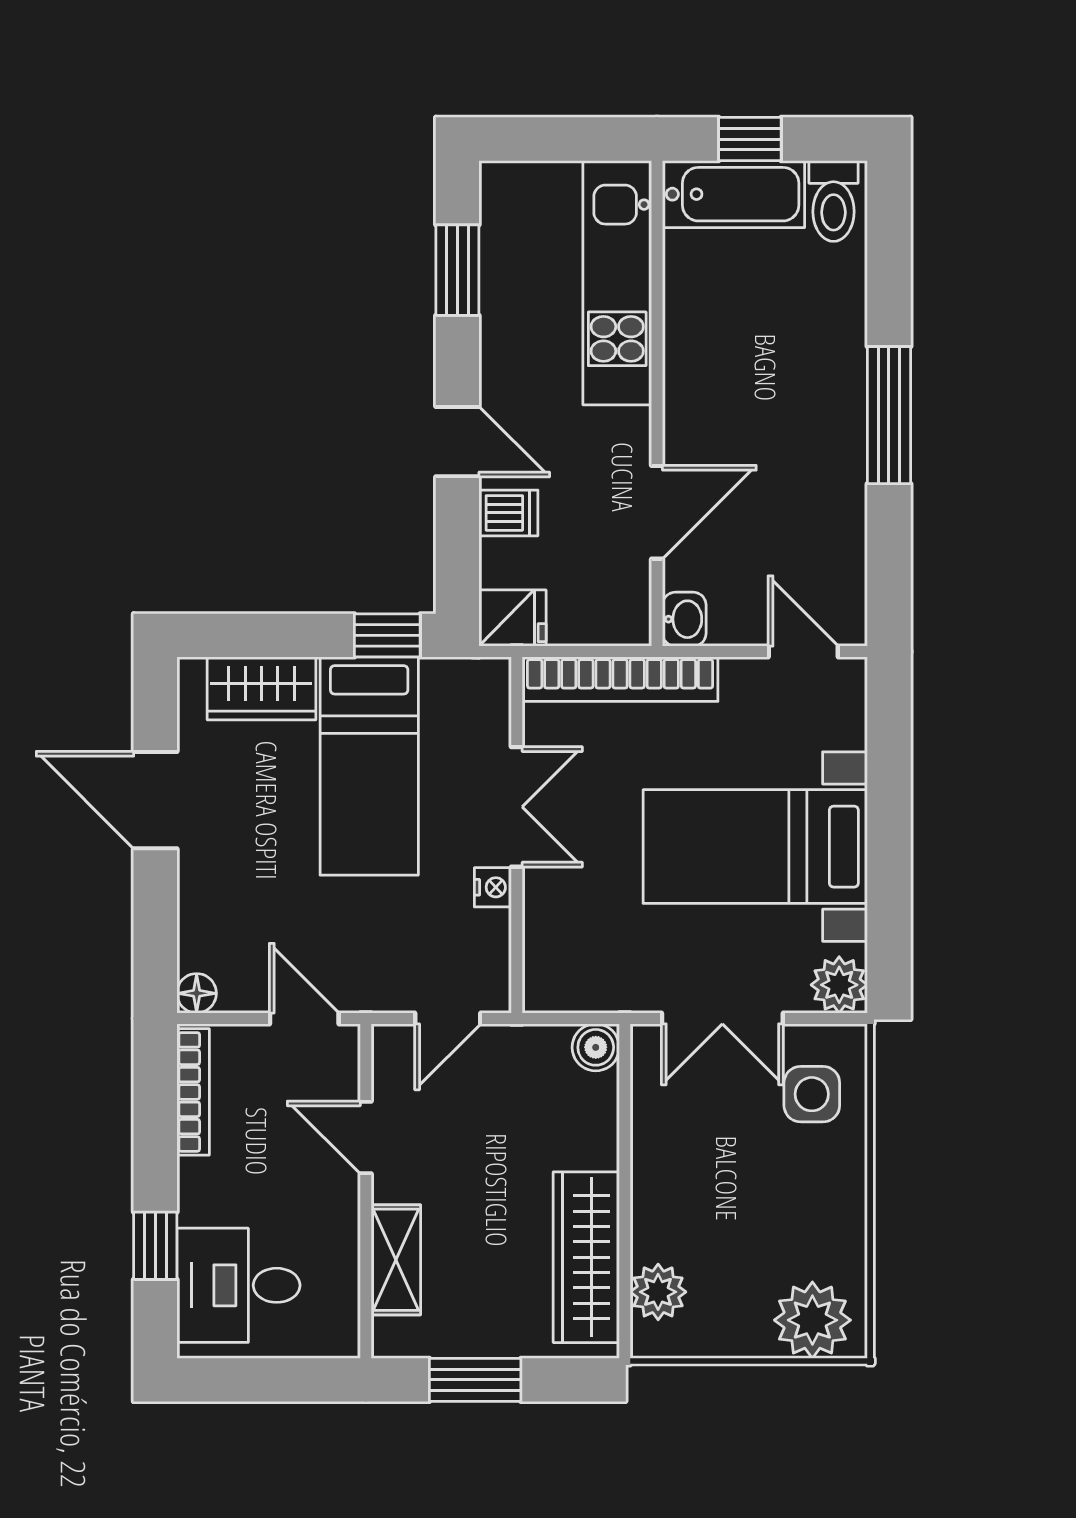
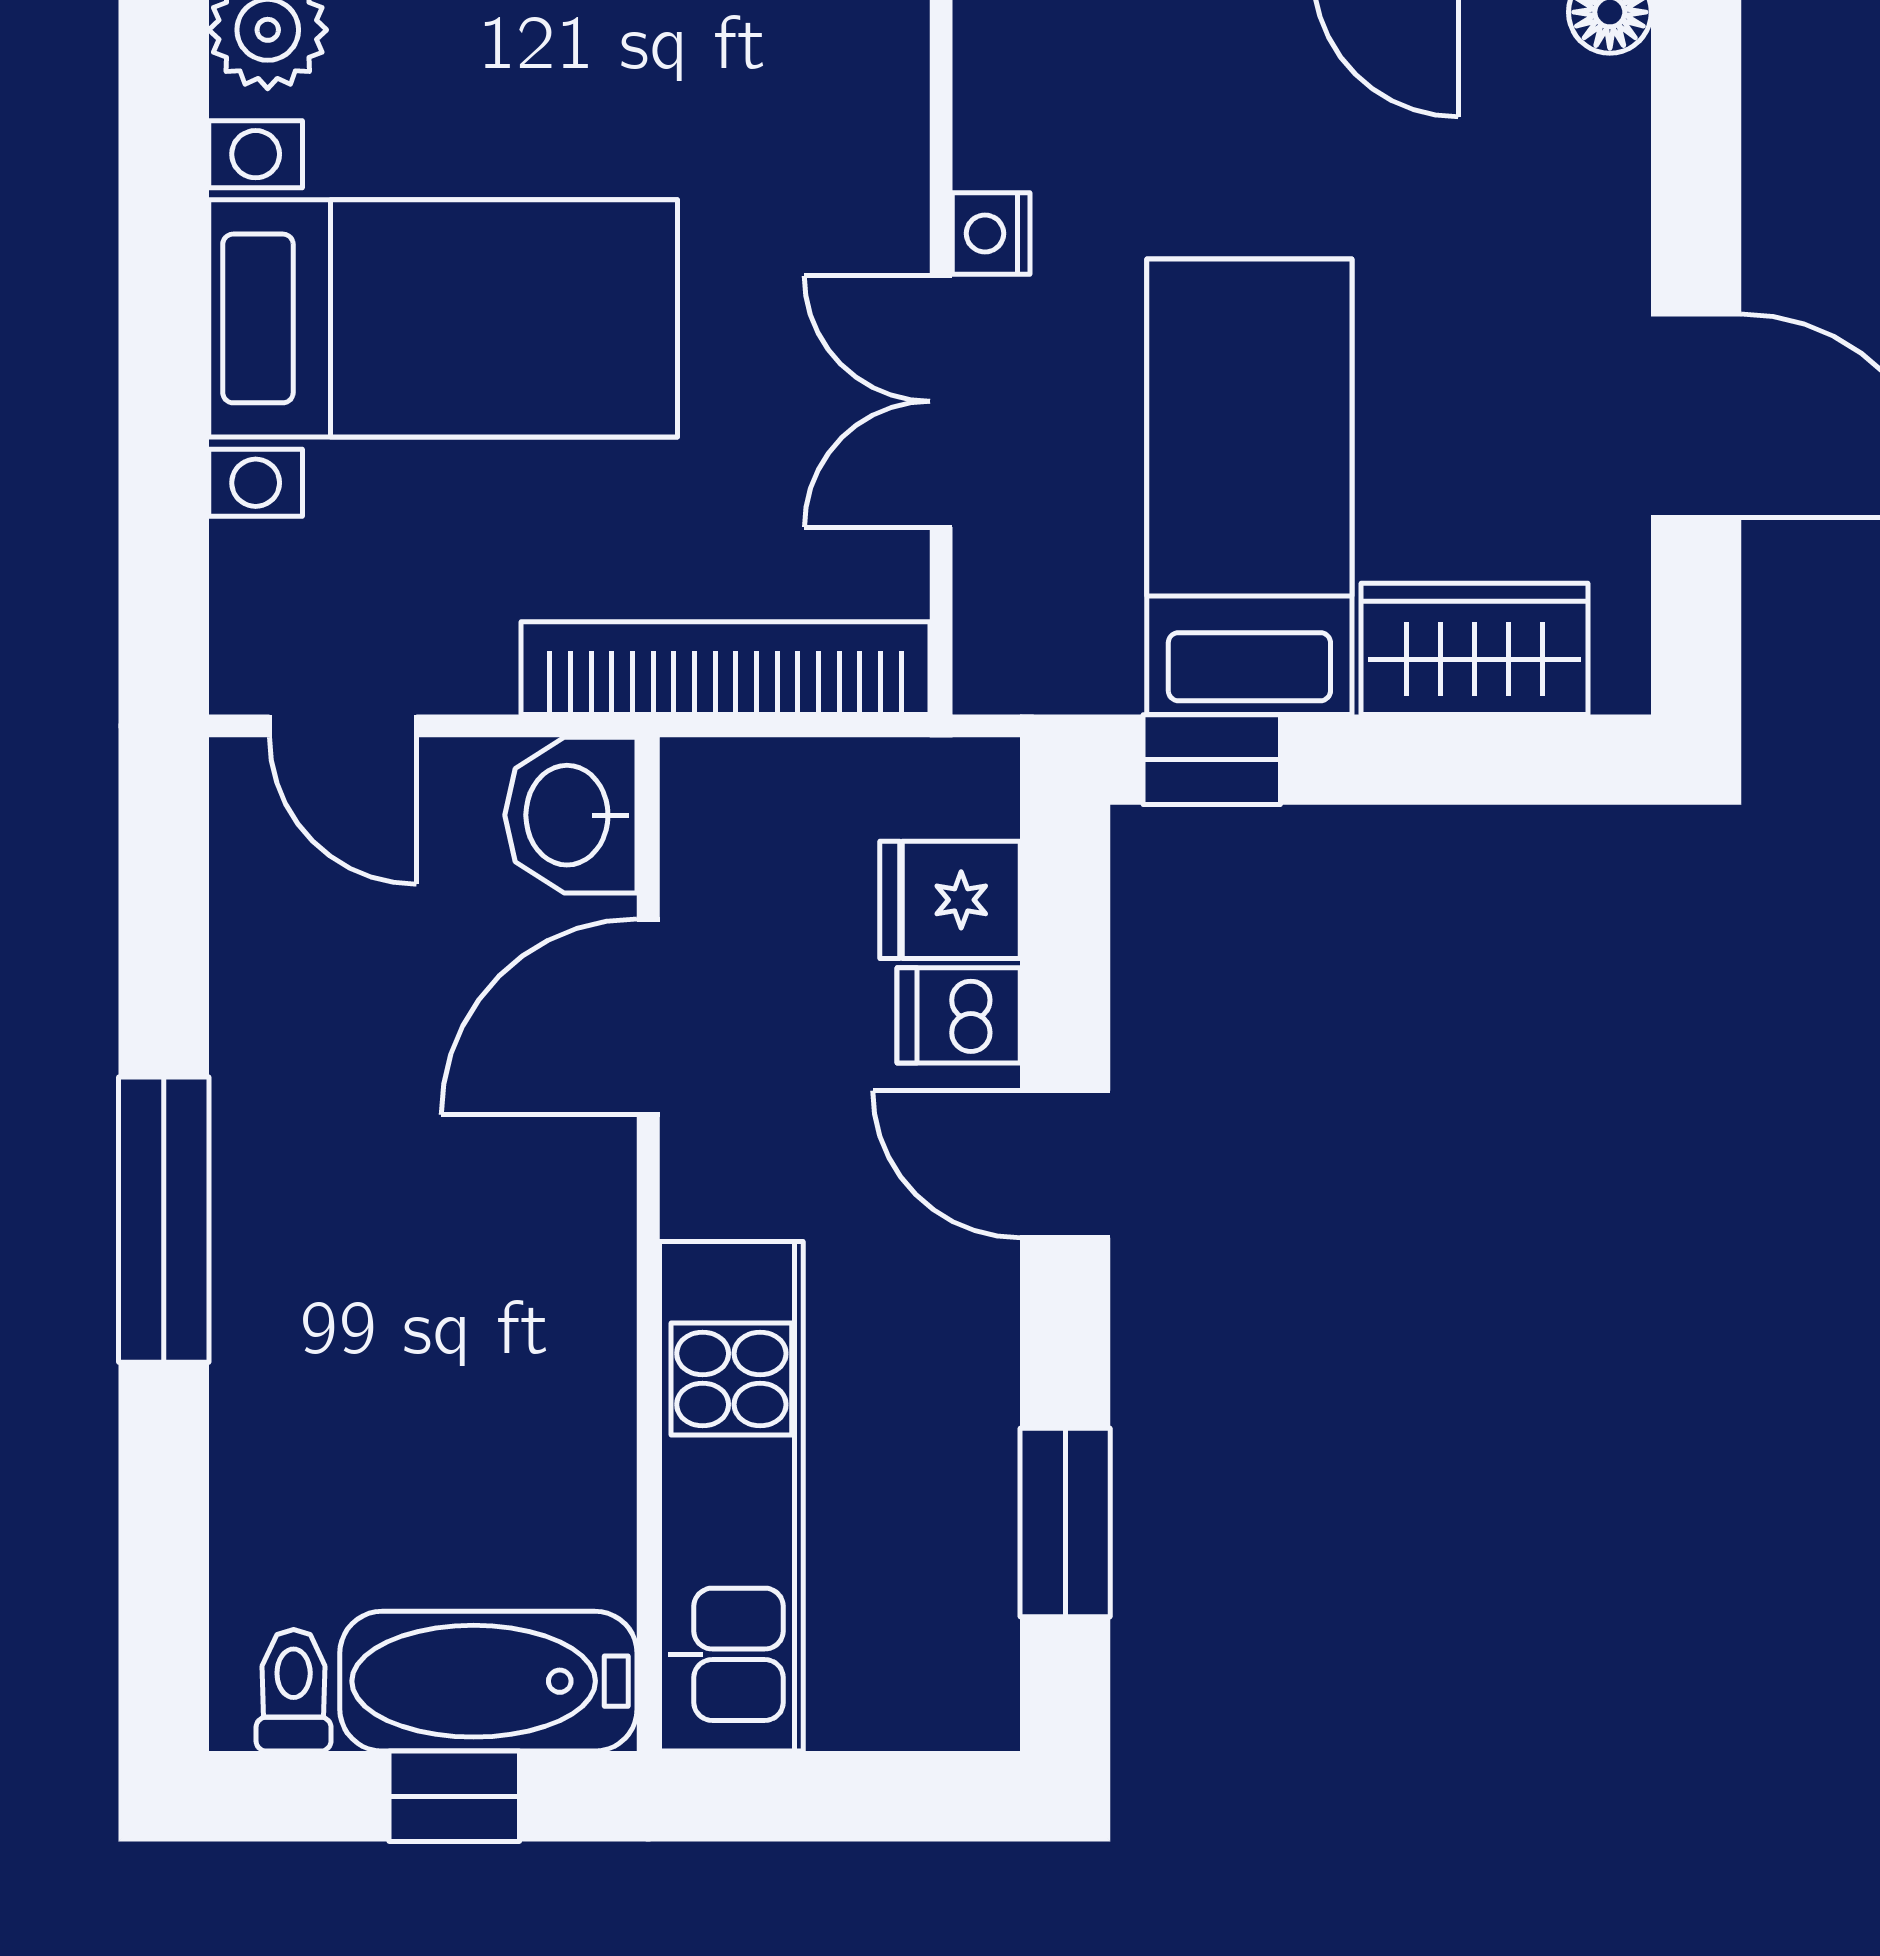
toilet: (833, 201) -> (294, 1690), width x0.73, depth x0.72
fridge: (513, 618) -> (950, 900), moved
washbasin: (684, 619) -> (571, 815), width x1.38, depth x1.45

